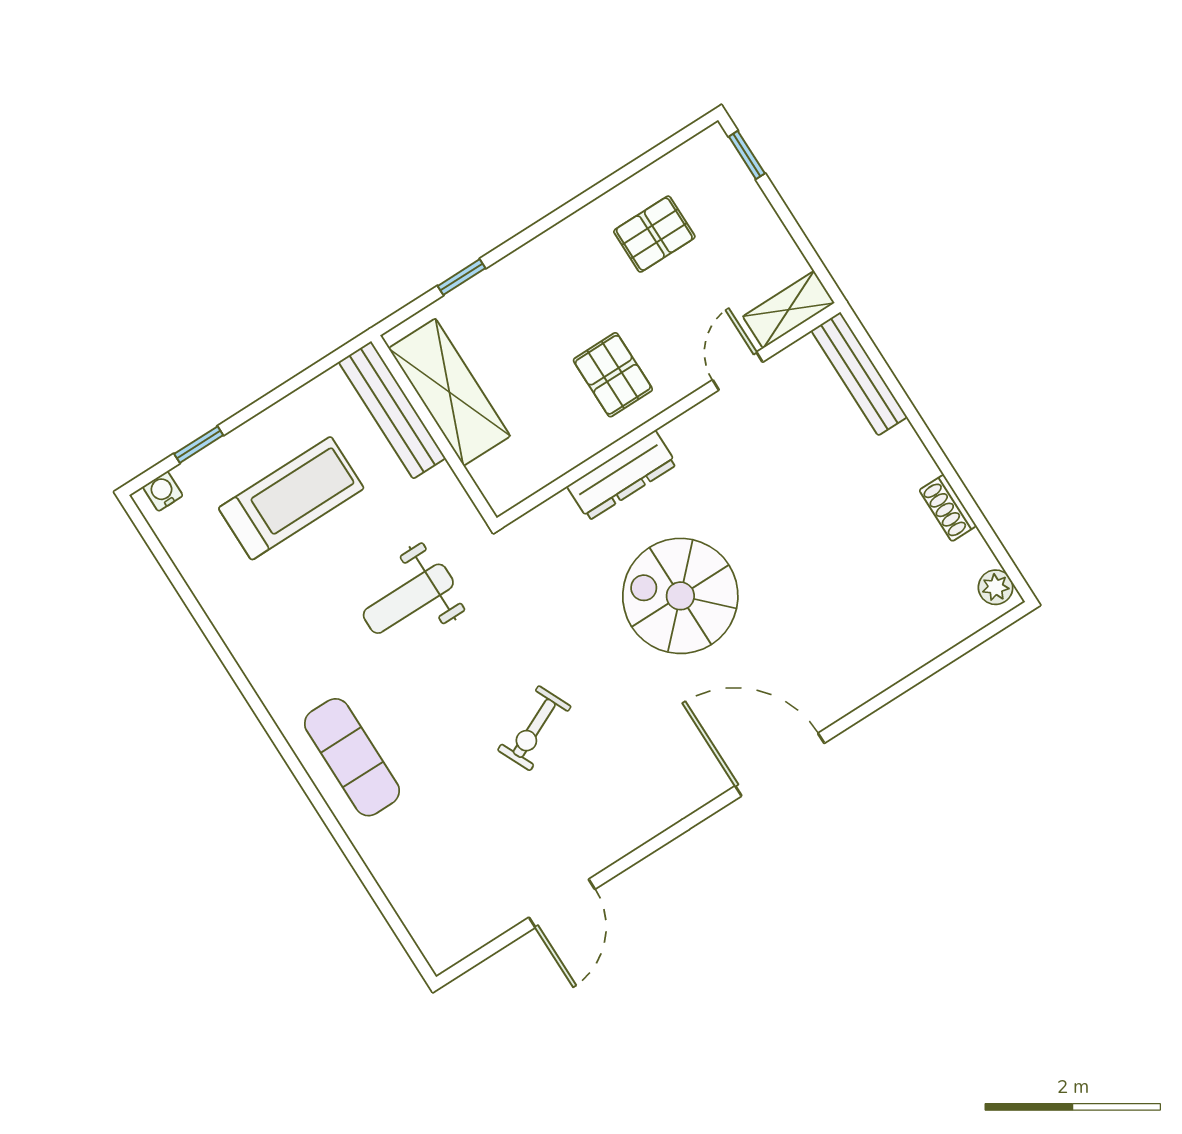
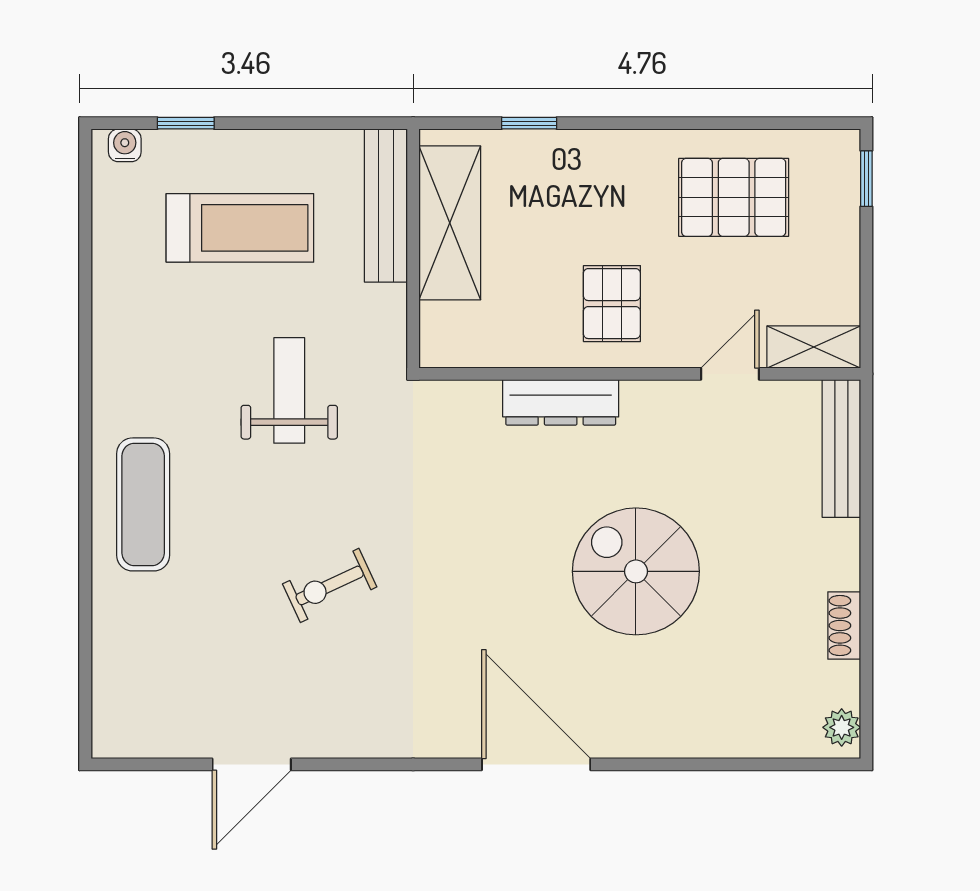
pallet: (654, 234) -> (734, 197), width x1.50, depth x1.42
spiral stairs: (680, 596) -> (636, 571), moved
weight bench: (408, 599) -> (289, 390), turned 90

